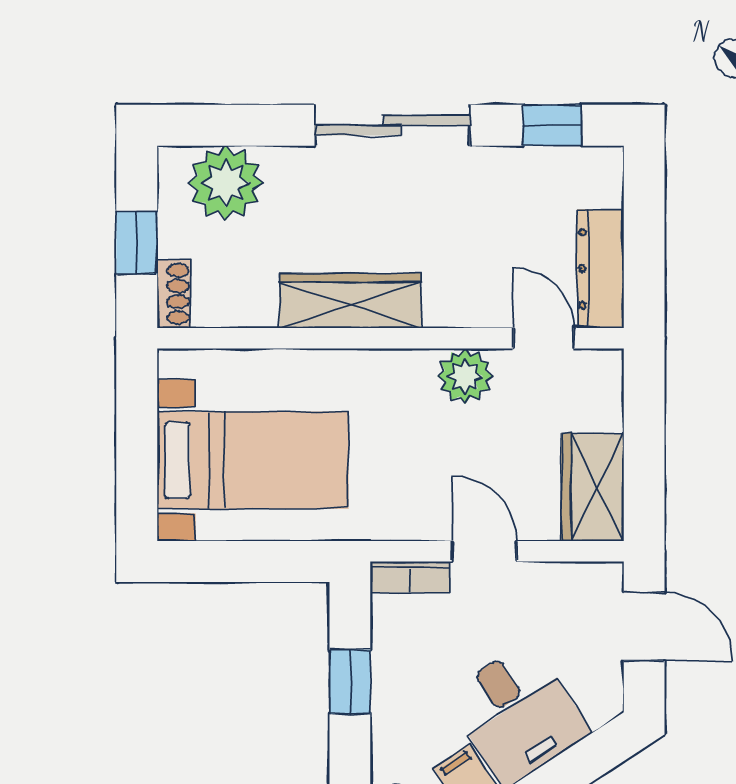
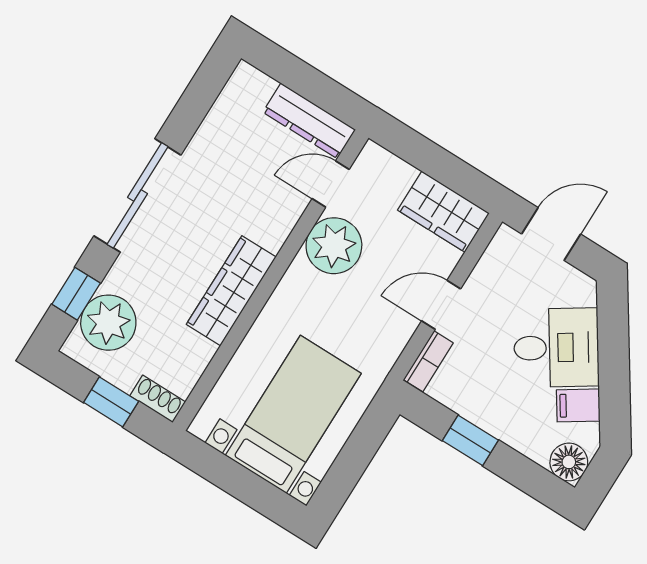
window: (552, 125) -> (76, 294), moved
plant: (465, 376) -> (334, 246), width x1.36, depth x1.36

